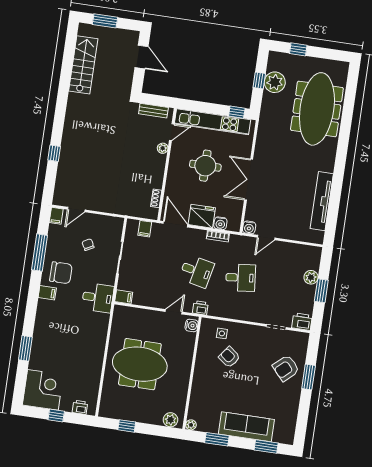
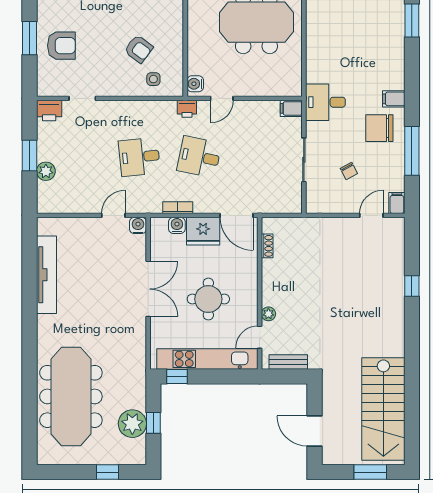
stairs: (83, 65) -> (383, 409), width x1.36, depth x1.51
filing cabinet: (145, 229) -> (277, 203), removed
armchair: (286, 368) -> (61, 46), turned 42

